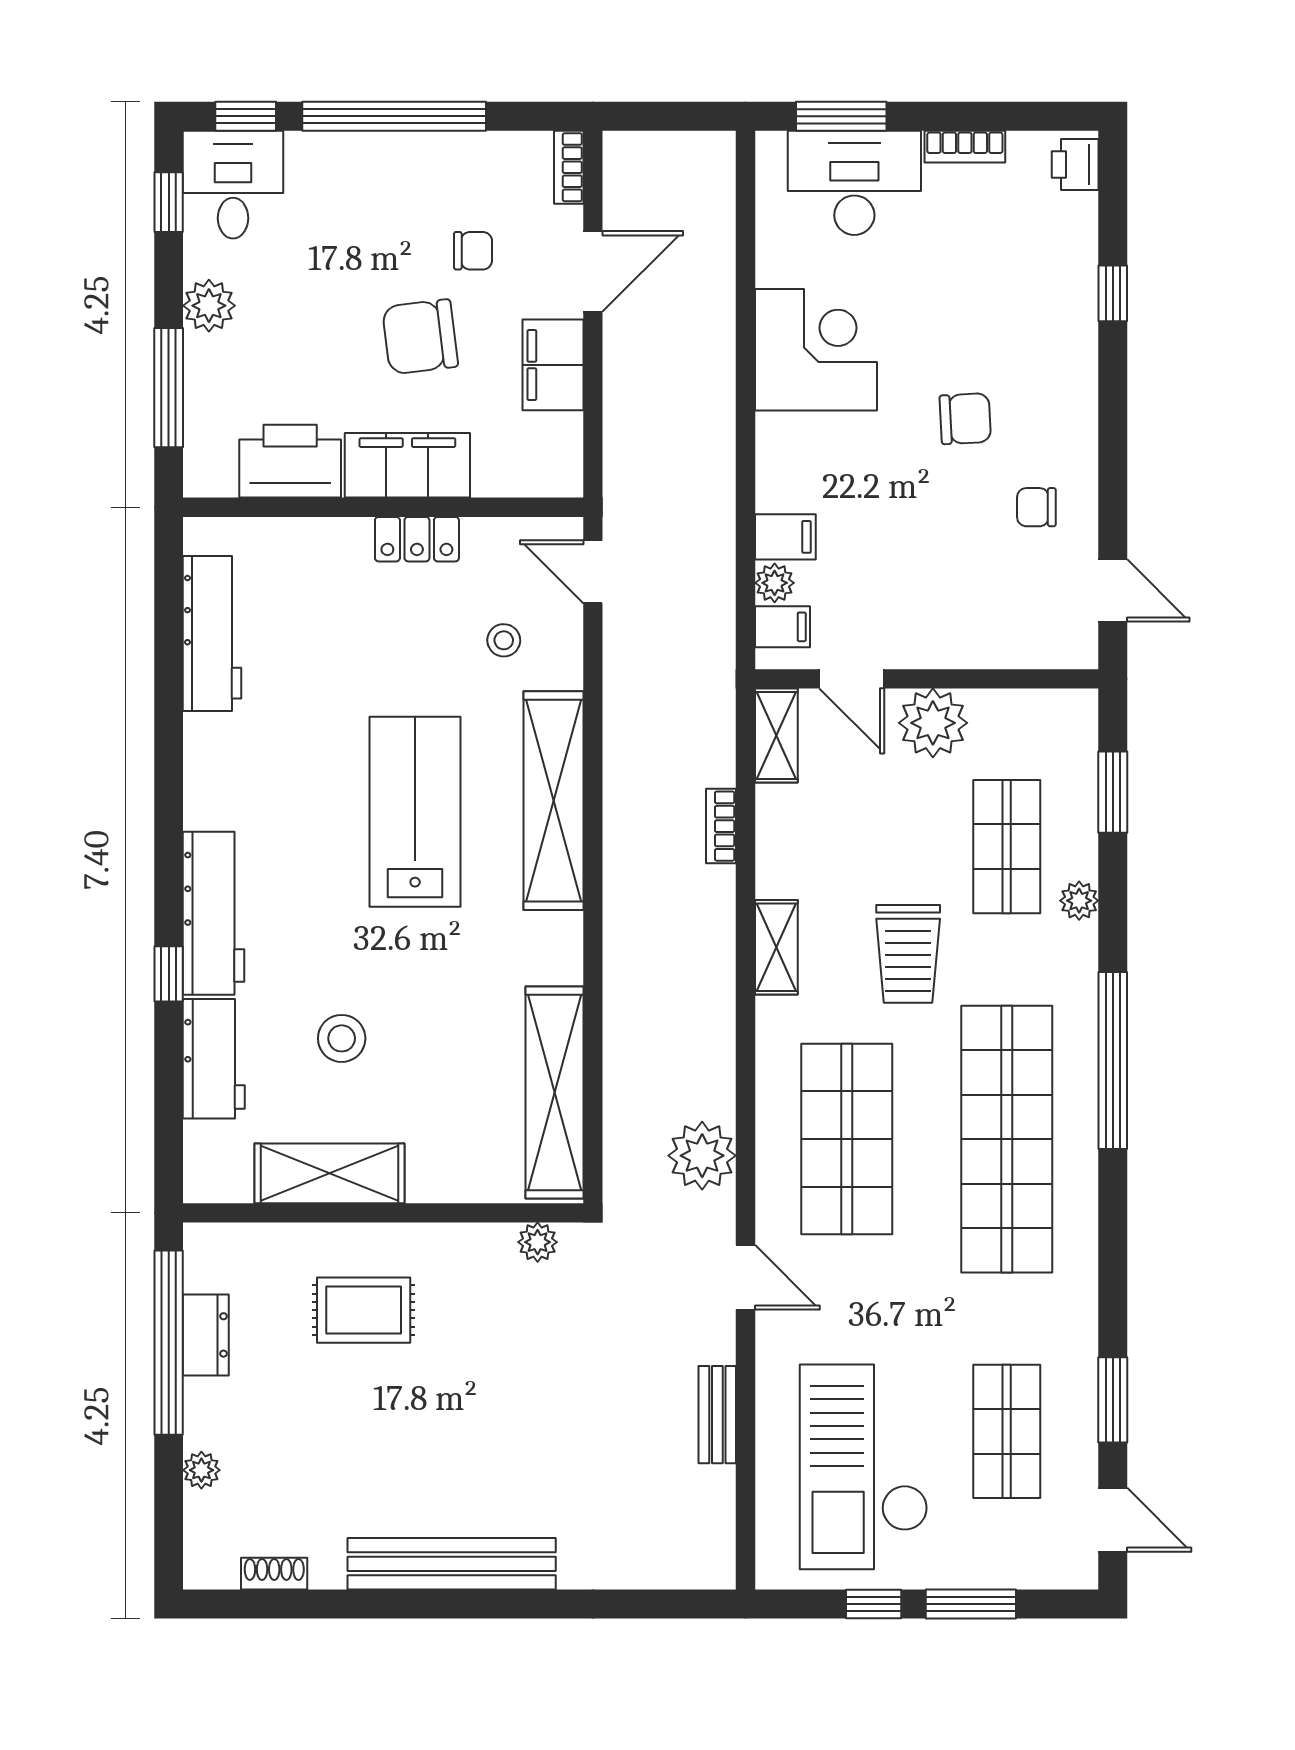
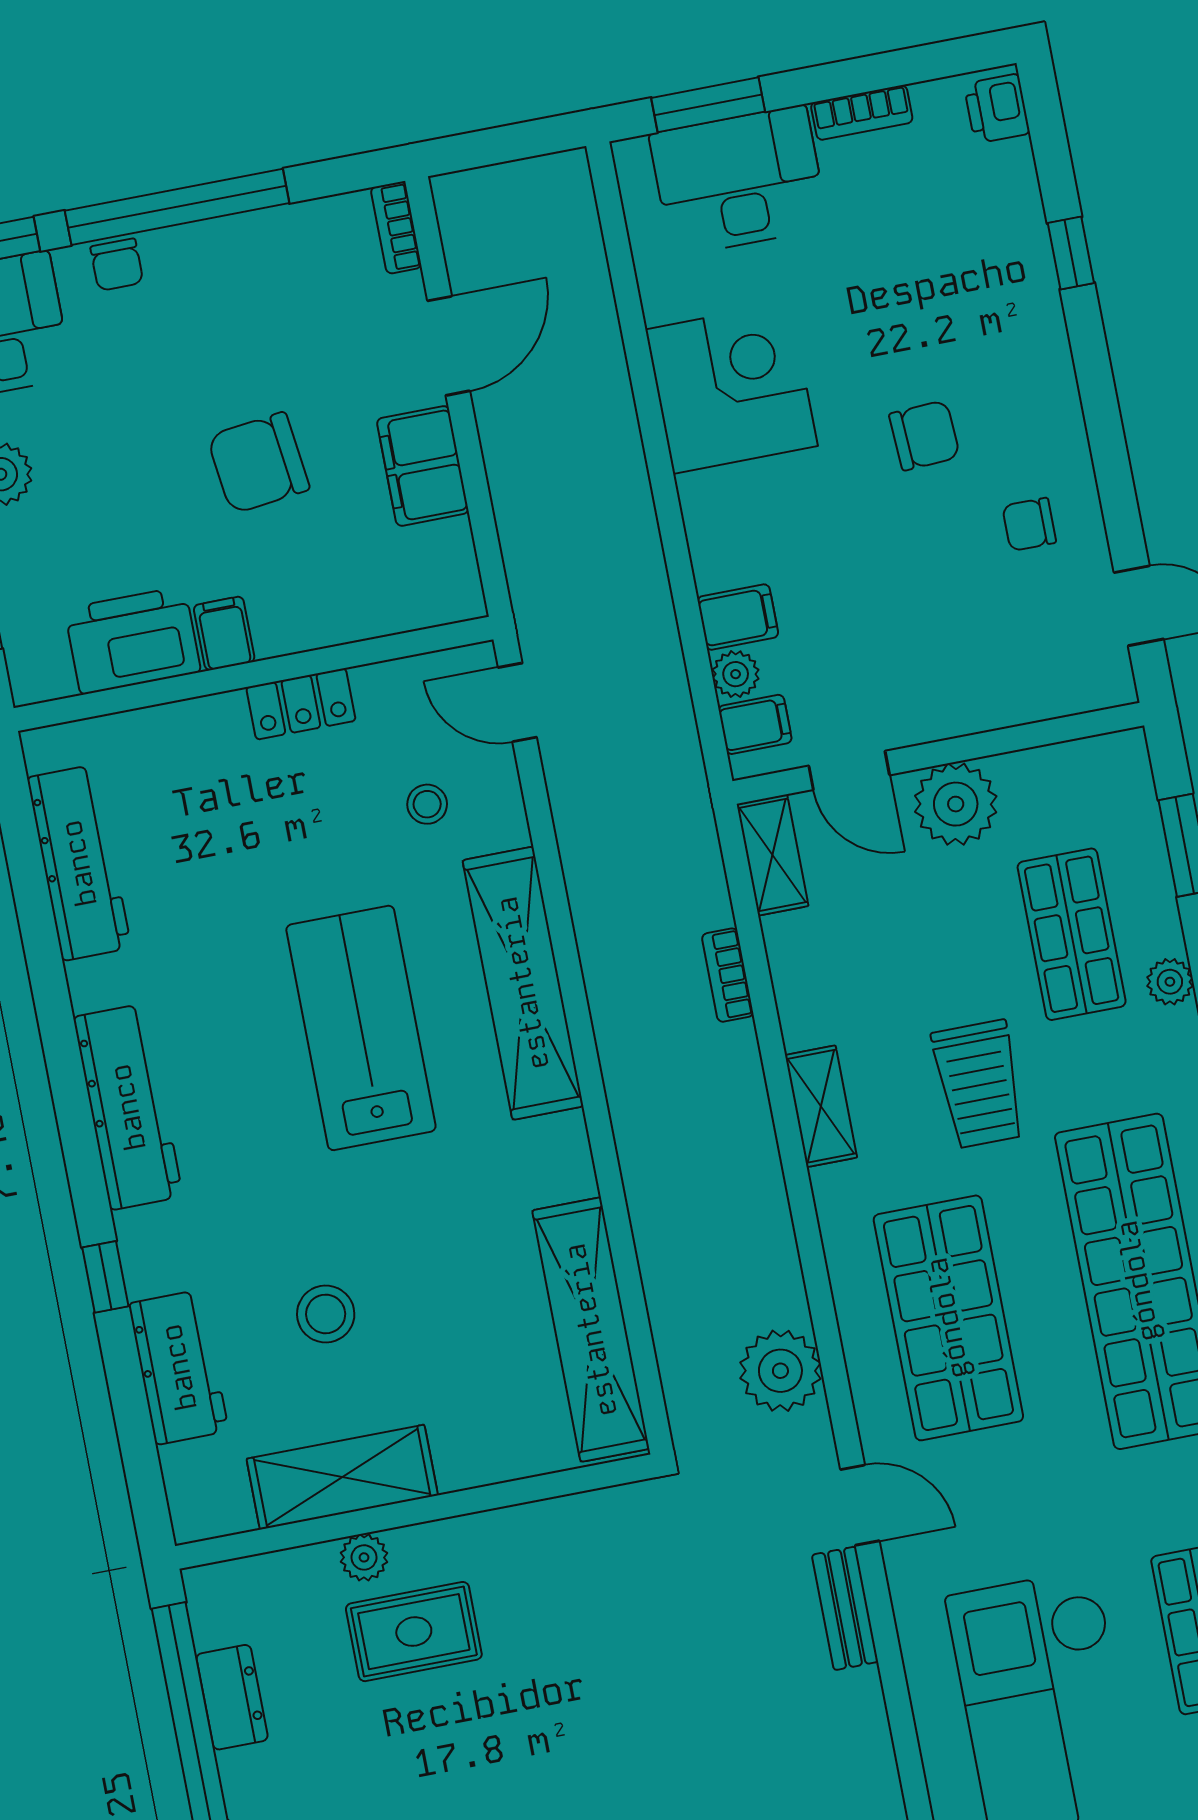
chair: (473, 251) -> (117, 265), moved, turned 90
filing cabinet: (407, 465) -> (224, 633), width x0.33, depth x0.86
workbench: (214, 913) -> (128, 1107), moved
plant: (538, 1242) -> (364, 1557), moved
bench: (717, 1415) -> (845, 1608), moved

